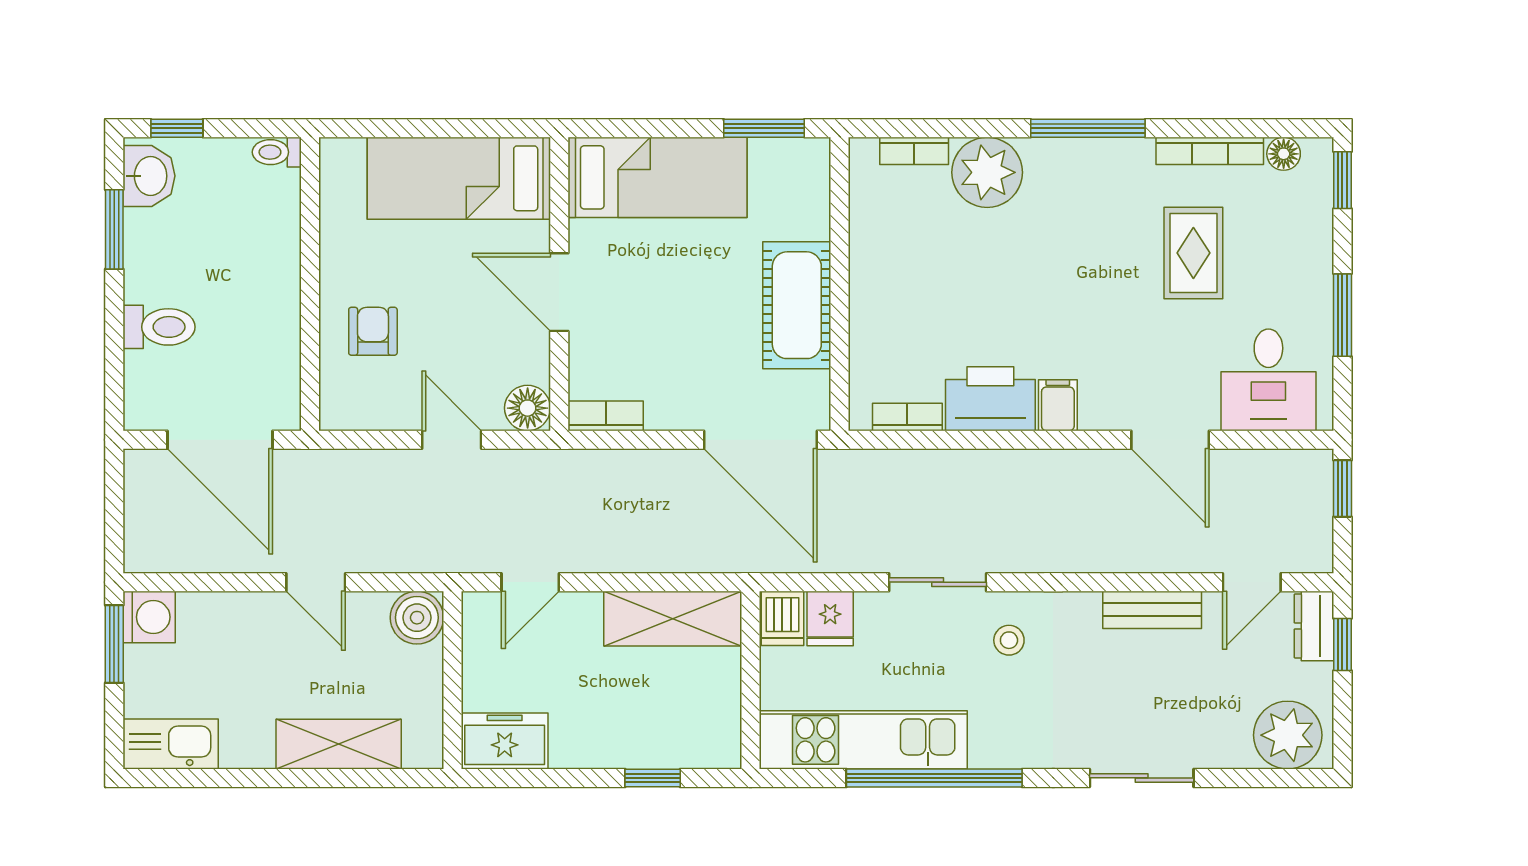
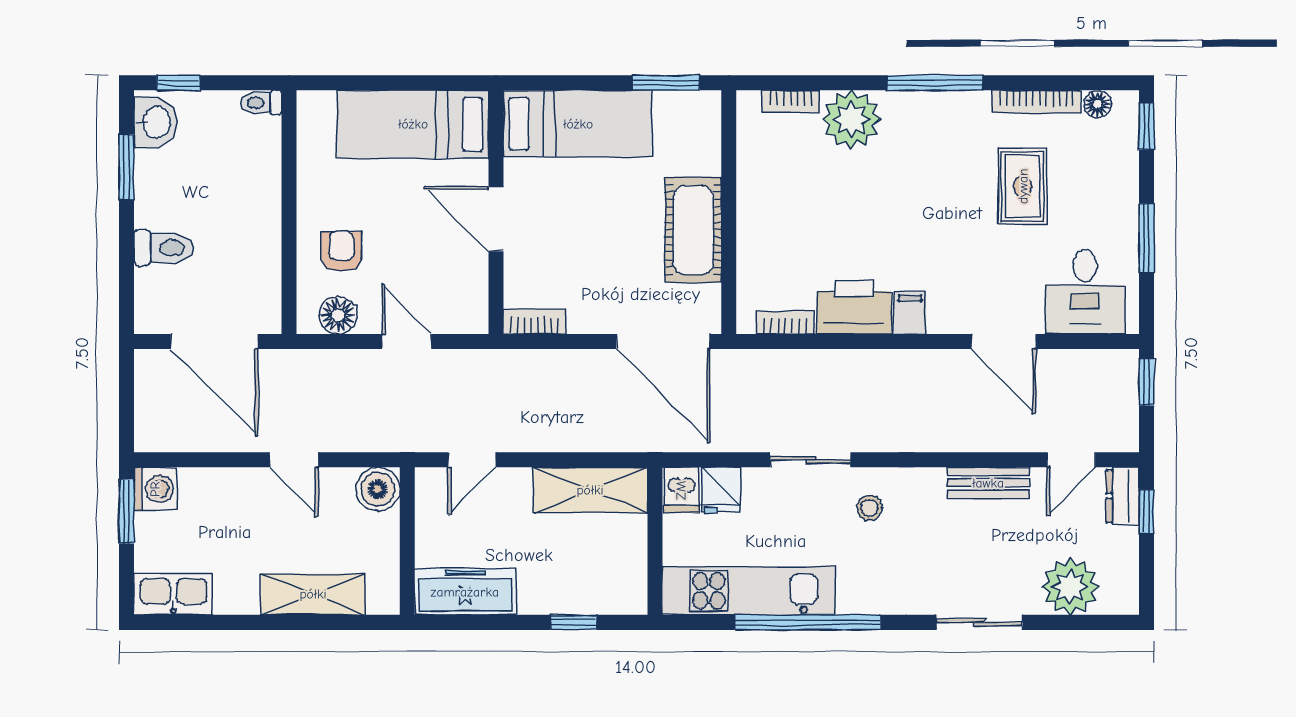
floor lamp: (528, 408) -> (338, 315), moved
plant: (1288, 735) -> (1070, 587), moved
freezer: (505, 741) -> (465, 592), width x1.40

